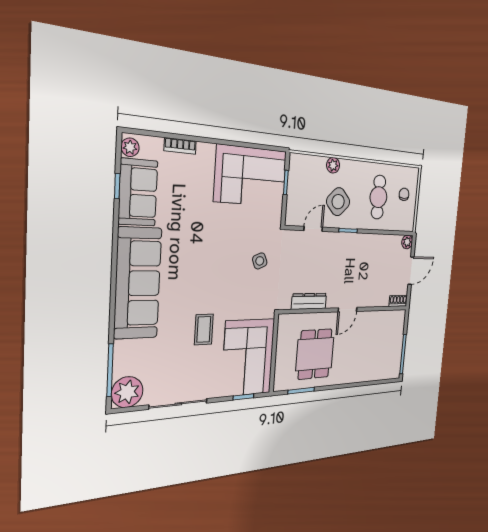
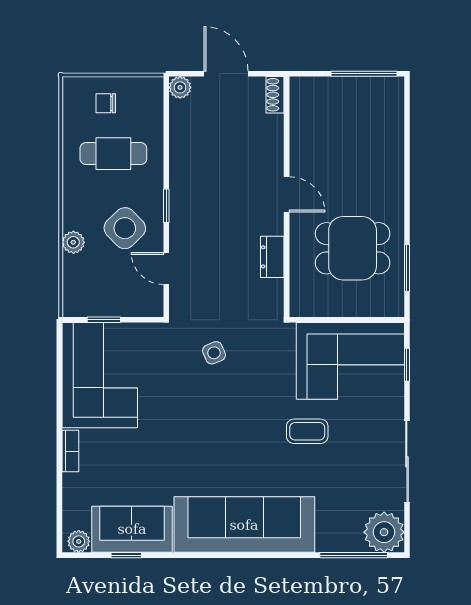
bookcase: (180, 146) -> (70, 451), moved
dresser: (309, 301) -> (272, 257), width x0.70

